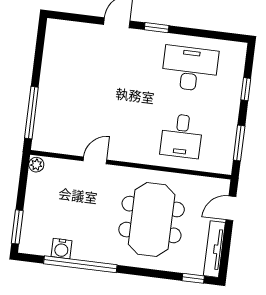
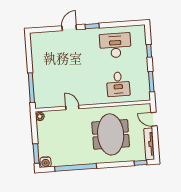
door: (95, 160) -> (72, 107), hinge flipped
door: (231, 208) -> (154, 119), hinge flipped
water cooler: (62, 249) -> (46, 162), moved

